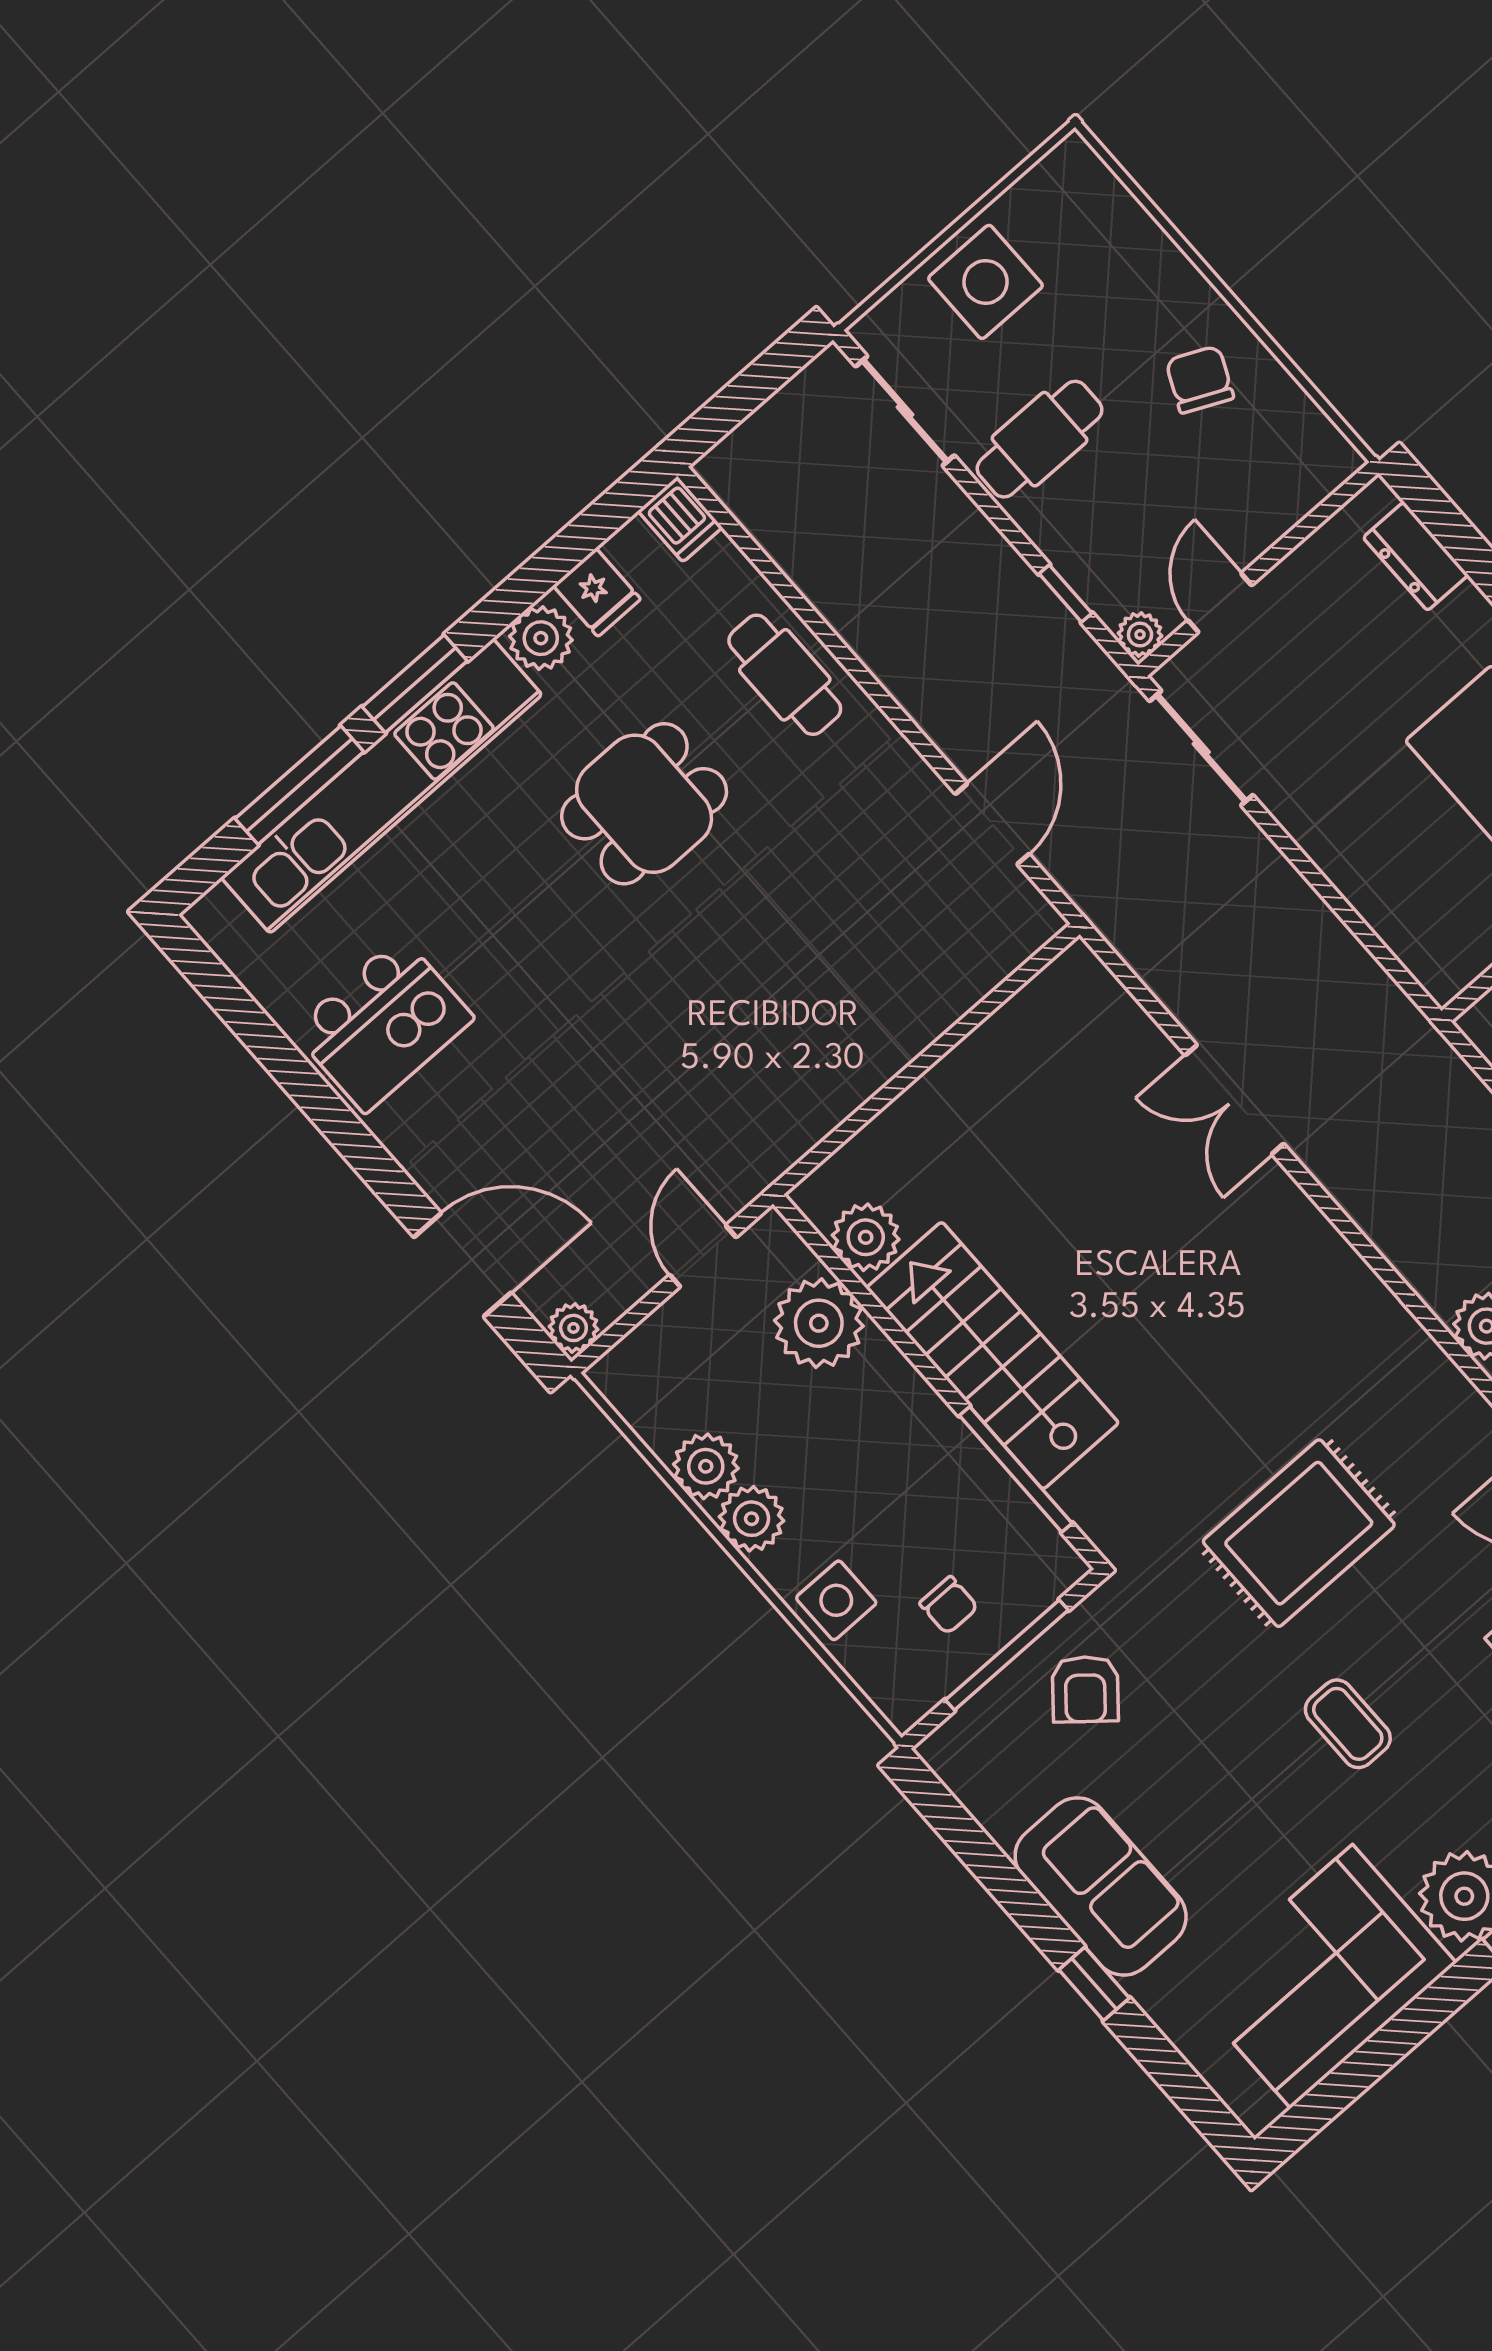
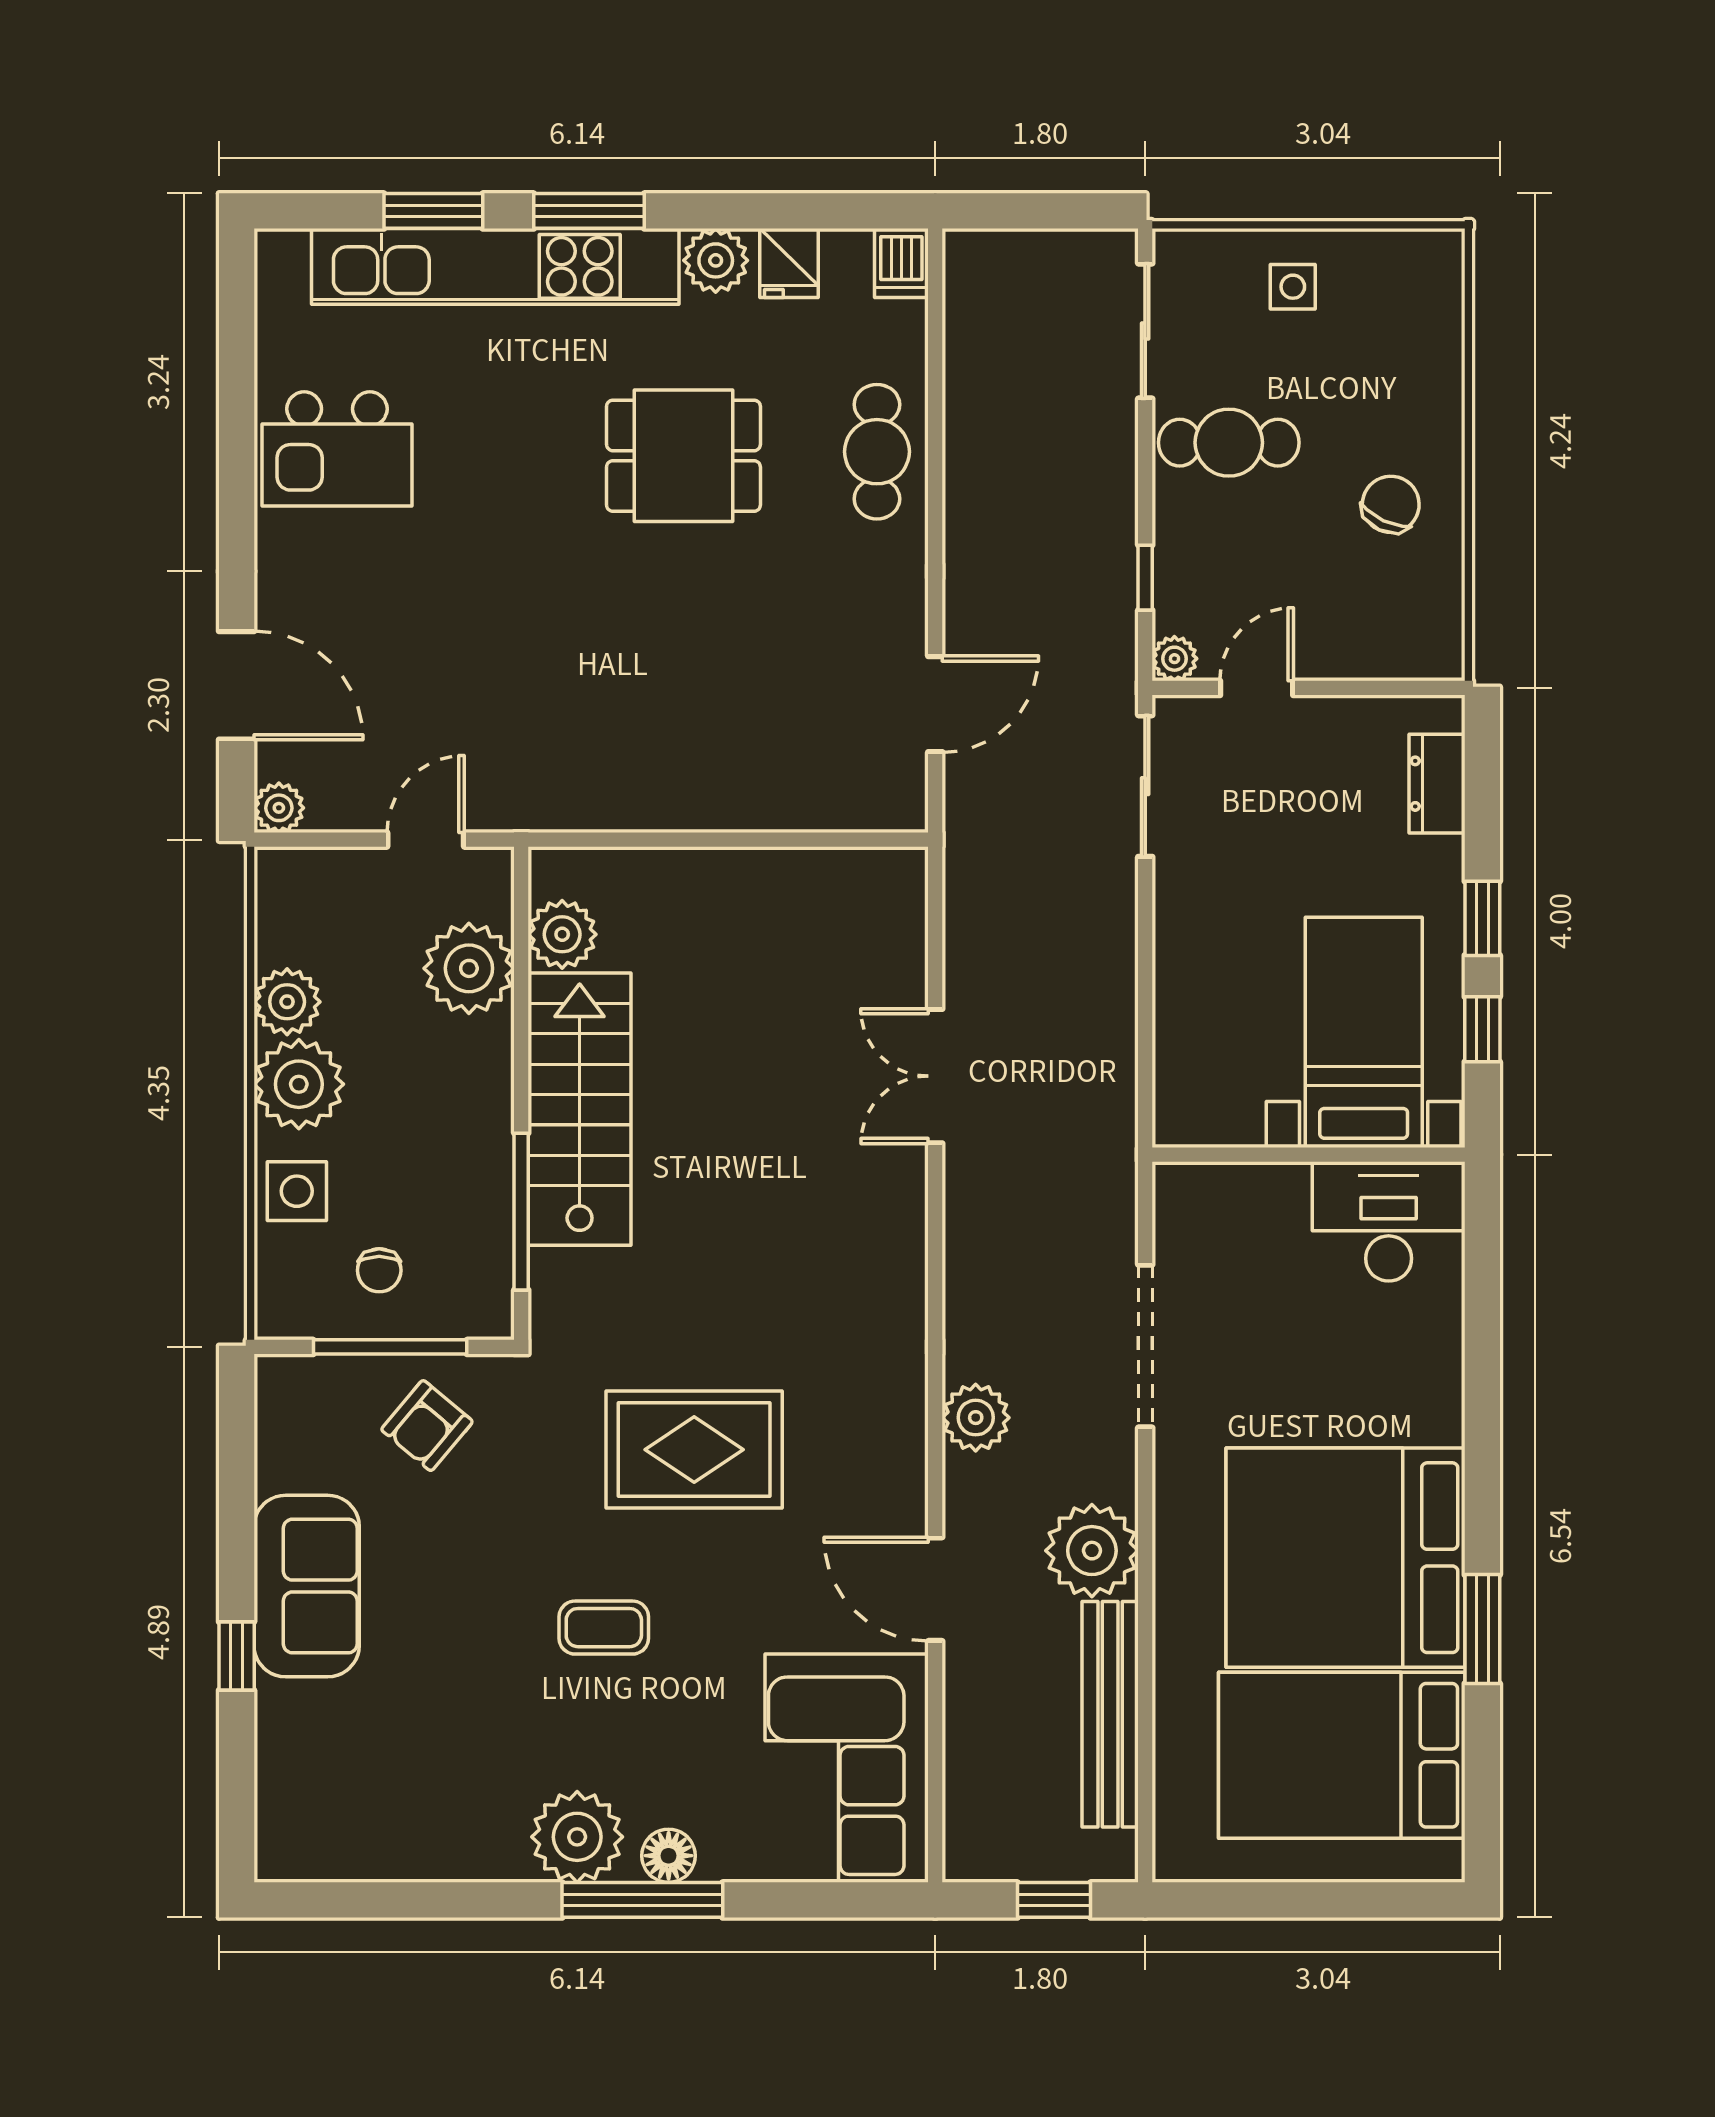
side table: (986, 282) -> (1293, 287), width x0.54, depth x0.54
window: (299, 785) -> (433, 211), width x0.69
plant: (752, 1519) -> (299, 1084), width x1.36, depth x1.36
coffee table: (1348, 1724) -> (604, 1628), turned 90
corner sofa: (1322, 1976) -> (415, 1802), removed

